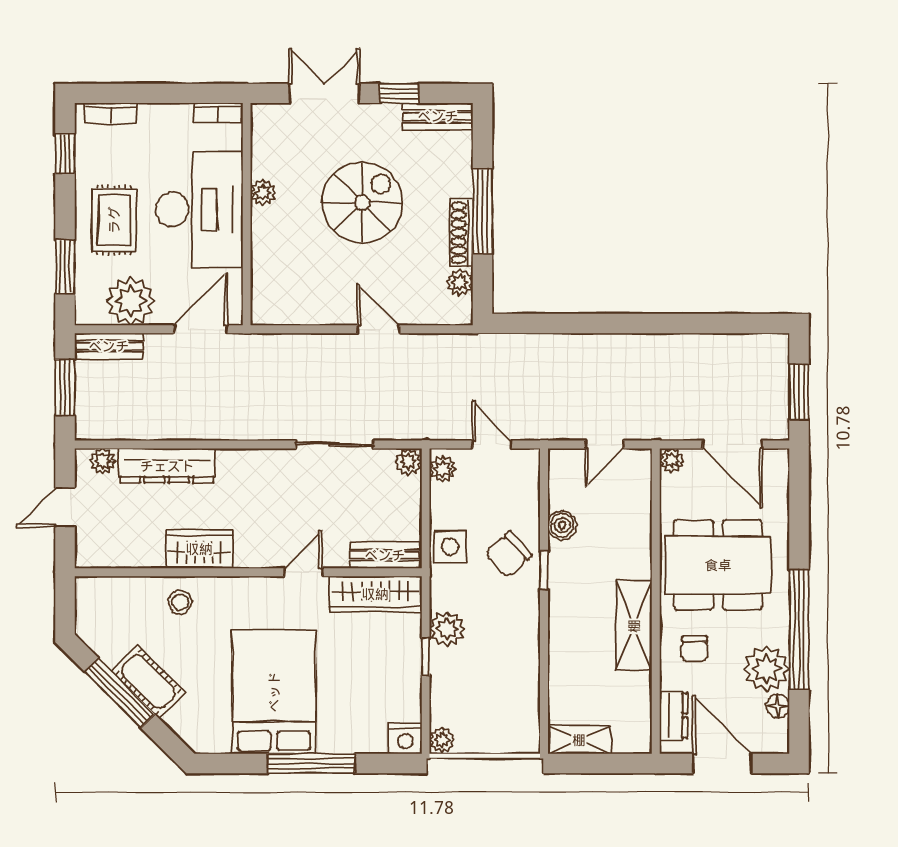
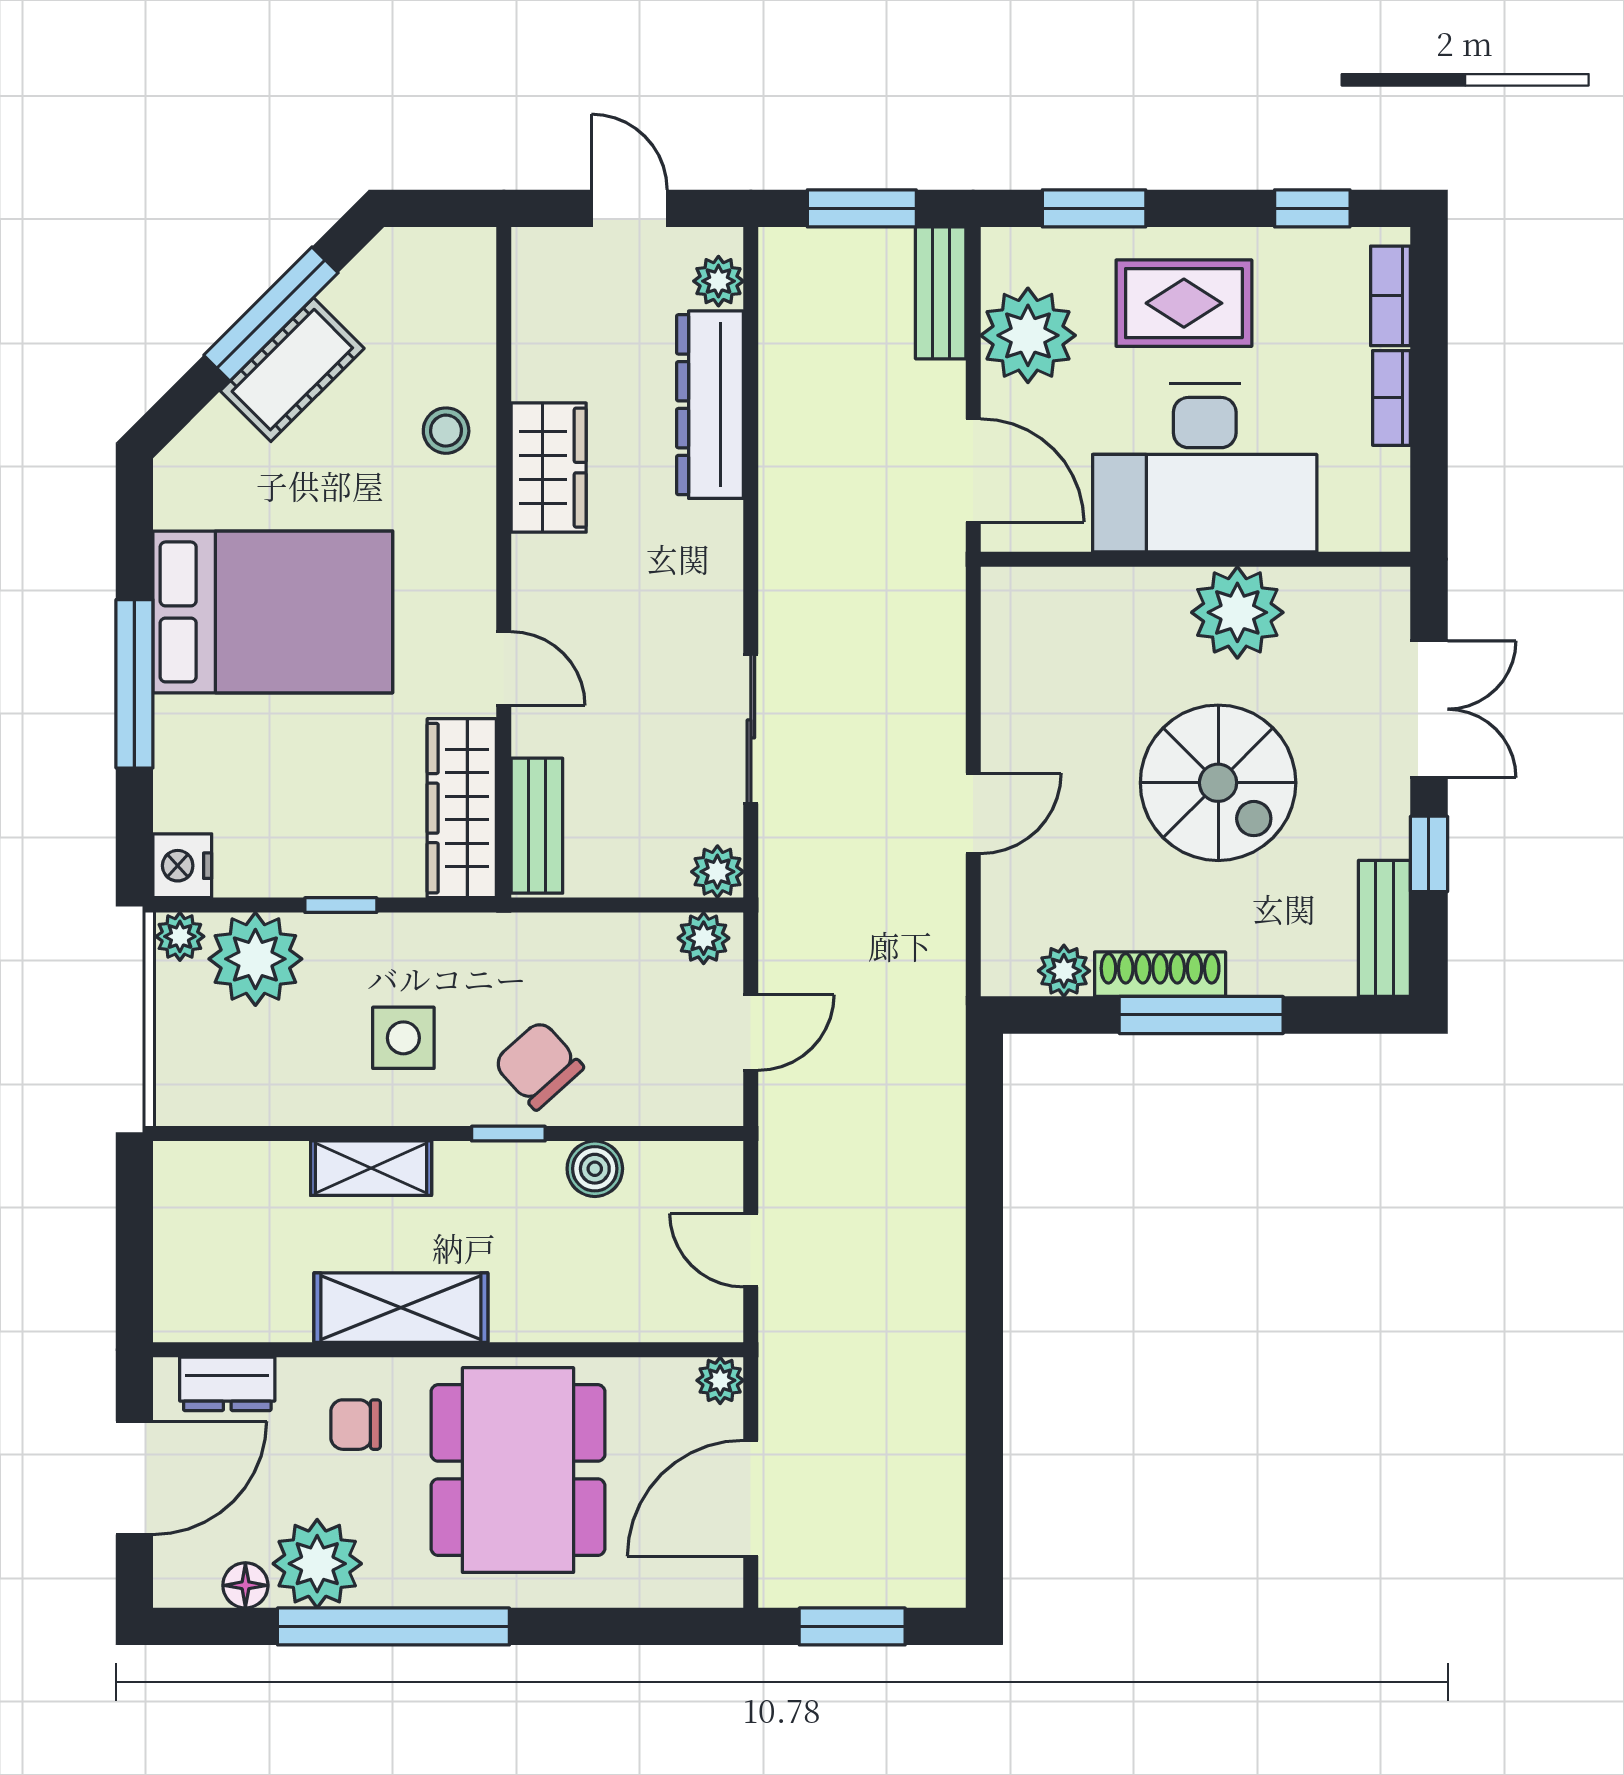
bookcase: (218, 113) -> (1392, 398), moved
plant: (263, 193) -> (1237, 612), width x1.88, depth x1.88
side table: (450, 547) -> (403, 1038), moved
plant: (447, 629) -> (255, 959), moved, width x1.36, depth x1.36
shelving: (579, 740) -> (371, 1168), moved, turned 90

